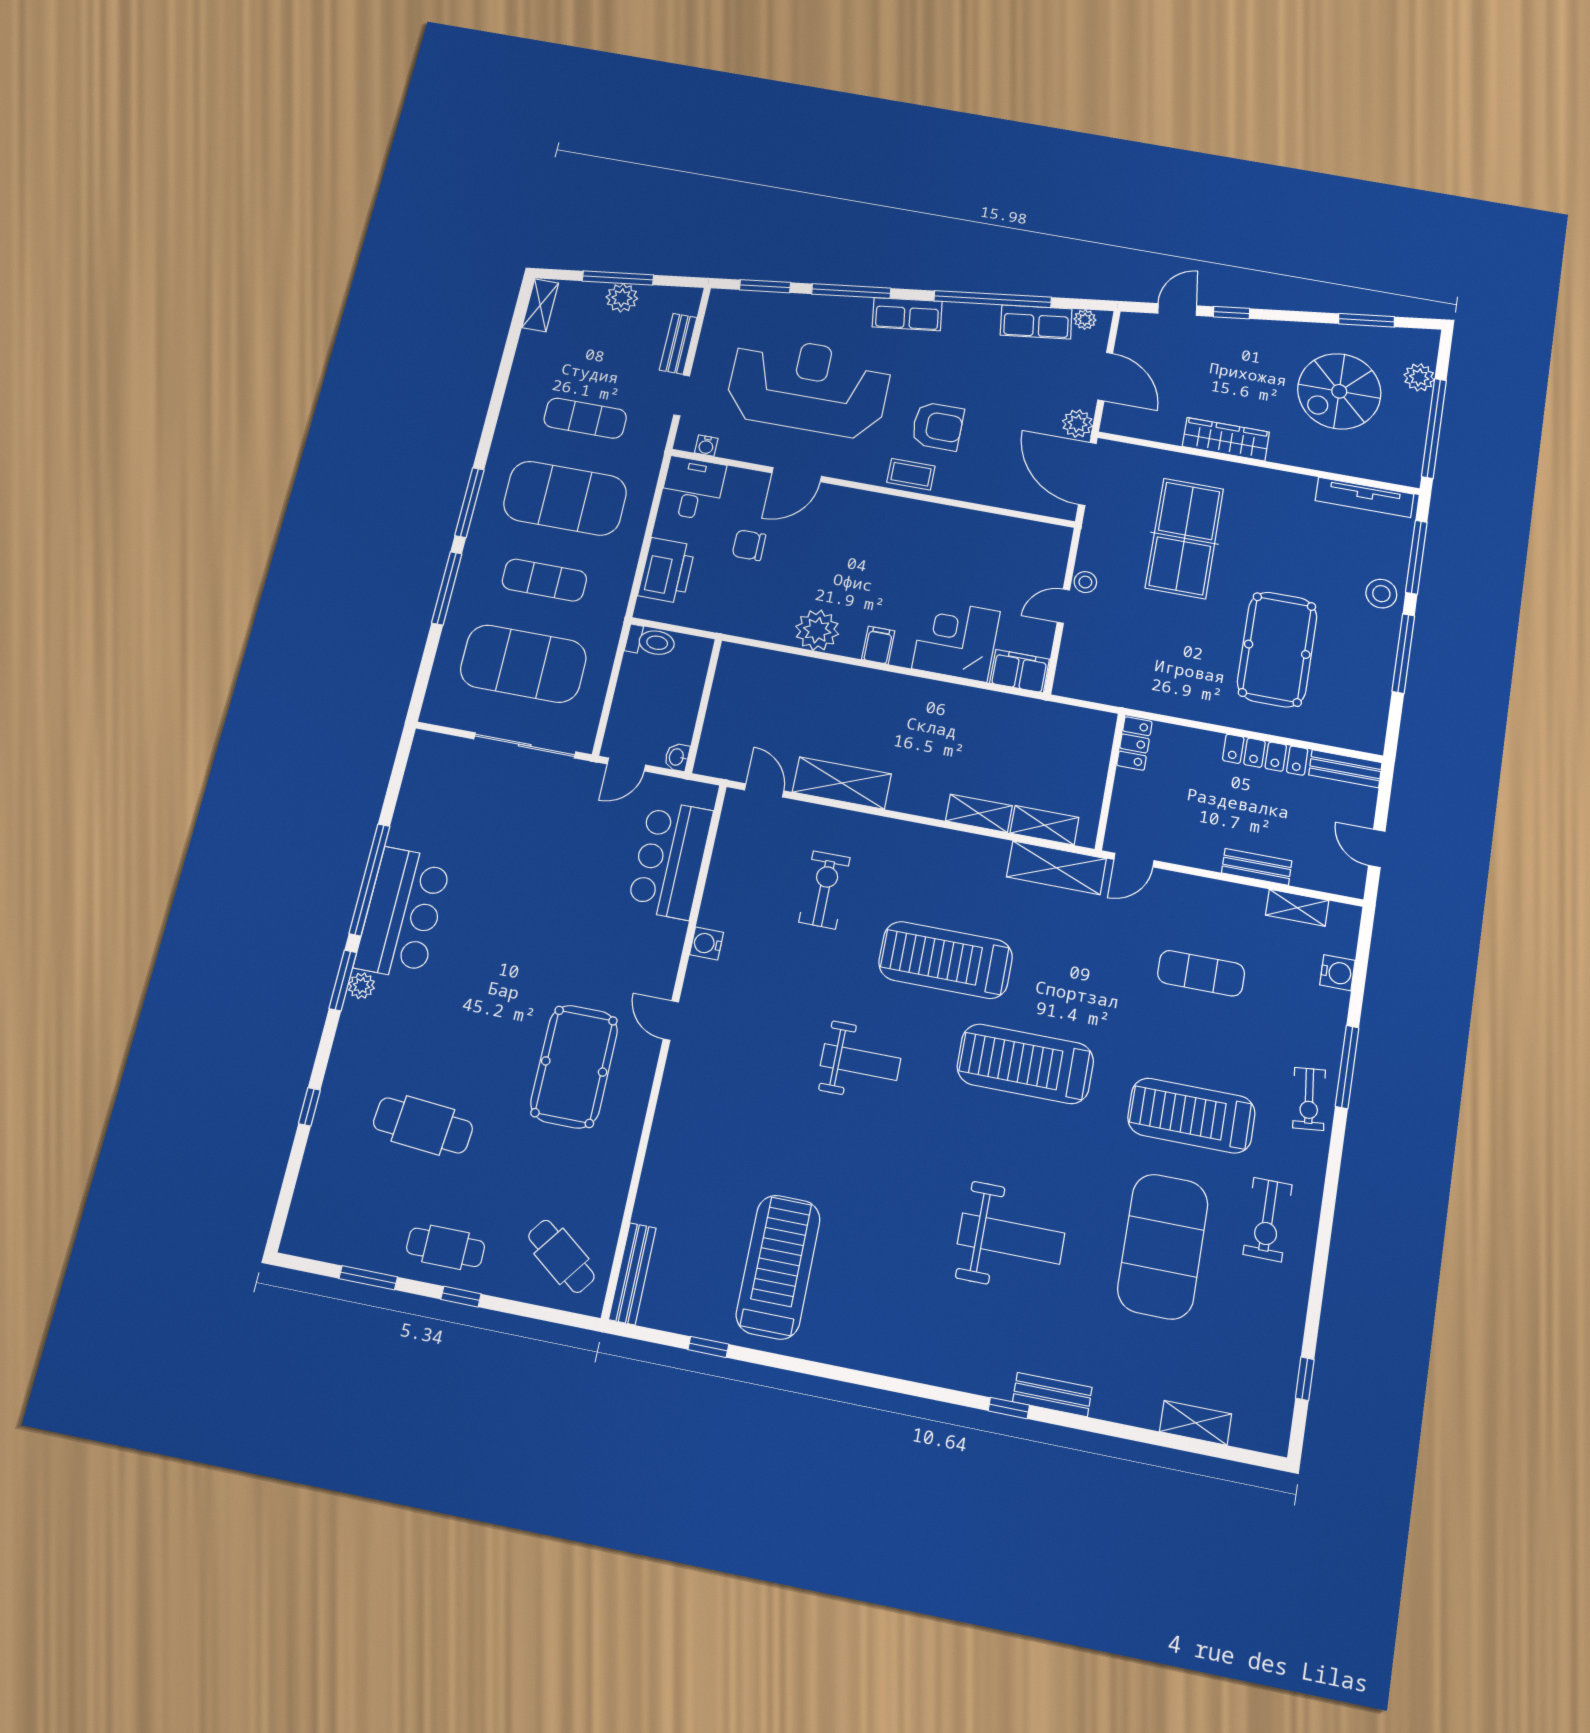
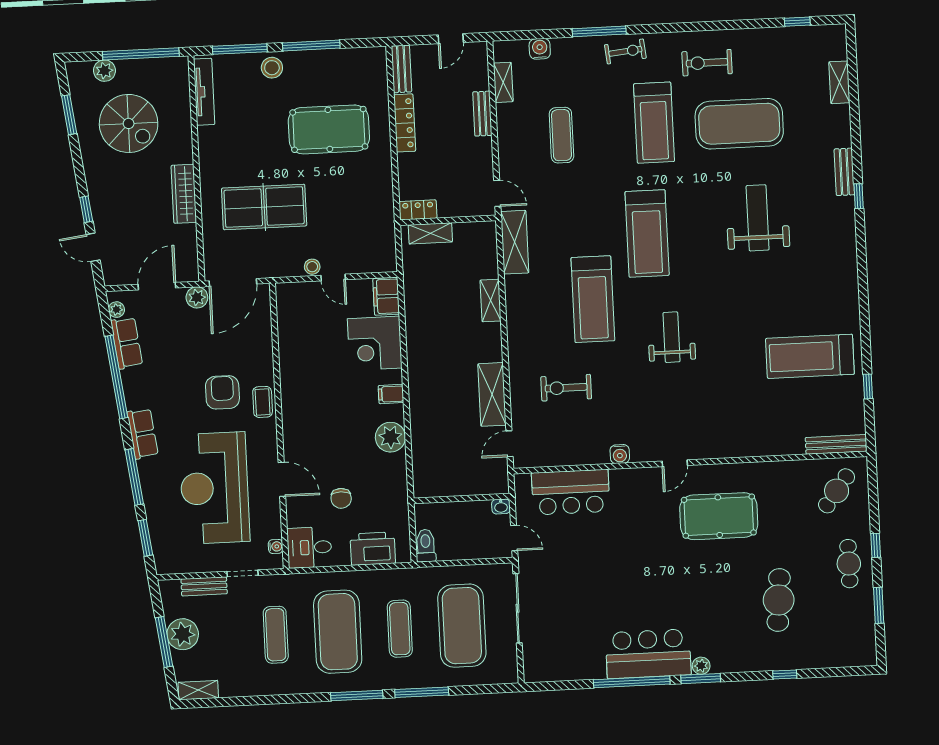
plant: (622, 298) -> (183, 634), width x1.36, depth x1.36
shelving: (1044, 825) -> (430, 233), moved, turned 90
exercise bike: (1268, 1220) -> (707, 63), turned 180

